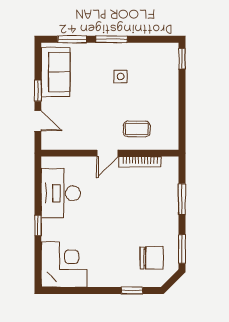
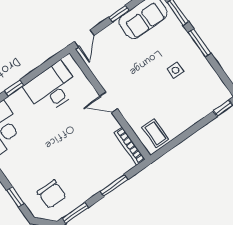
door: (38, 121) -> (84, 38), moved
coffee table: (137, 129) -> (155, 133), moved
bookcase: (140, 162) -> (130, 146), moved

